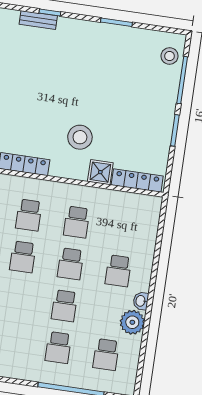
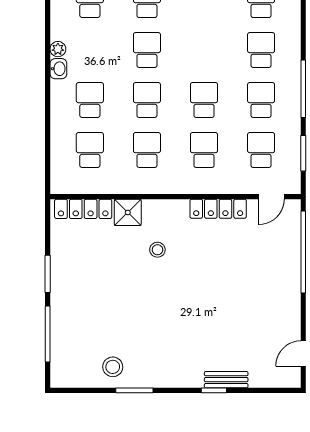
stool: (170, 56) -> (113, 367), moved
stool: (80, 137) -> (157, 250), width x0.53, depth x0.53
school desk: (124, 229) -> (90, 150), added
plant: (132, 322) -> (58, 49), width x0.53, depth x0.53

